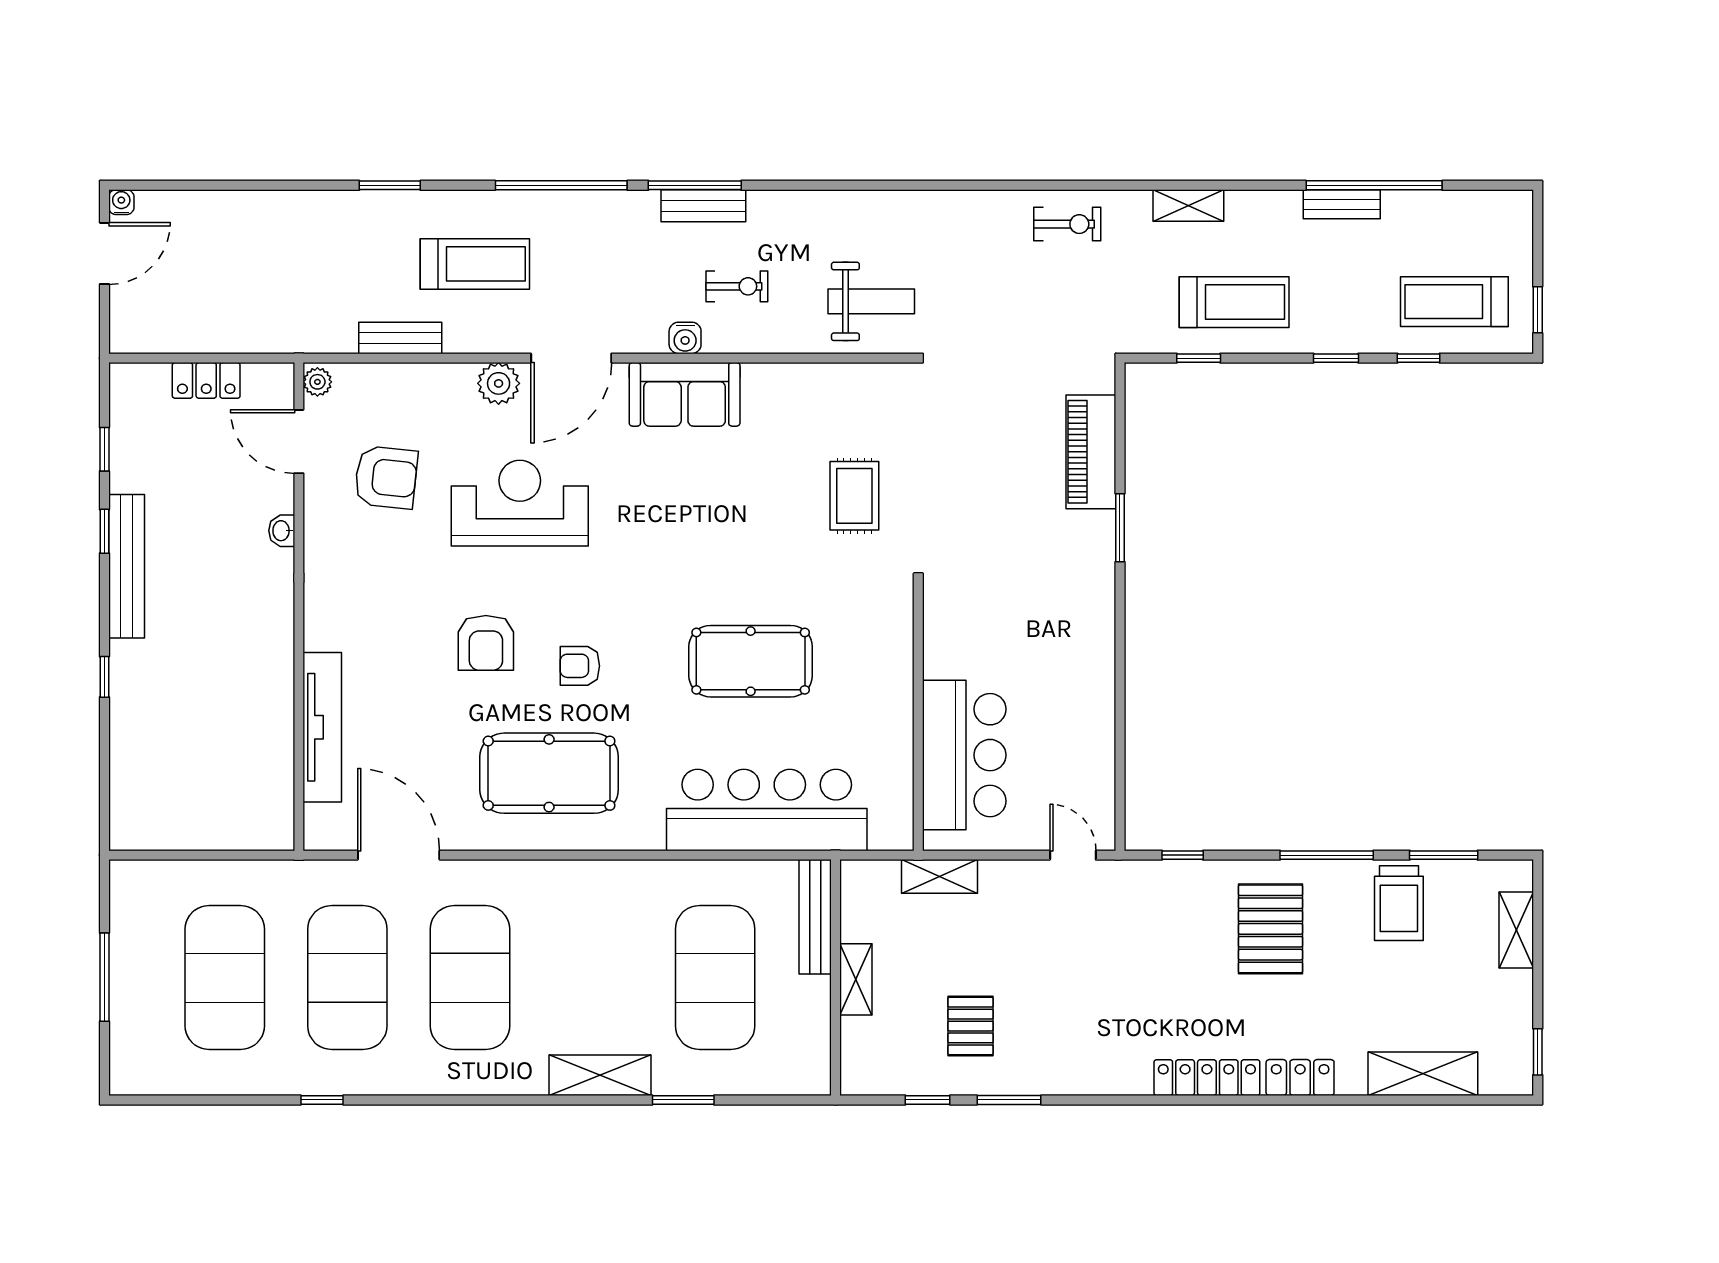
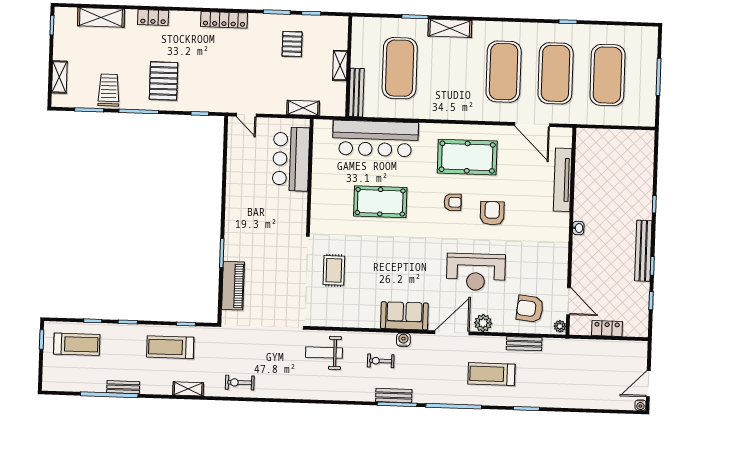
armchair: (386, 477) -> (530, 309), moved
washbasin: (282, 531) -> (578, 228), moved
locker: (1207, 1078) -> (224, 20), moved

